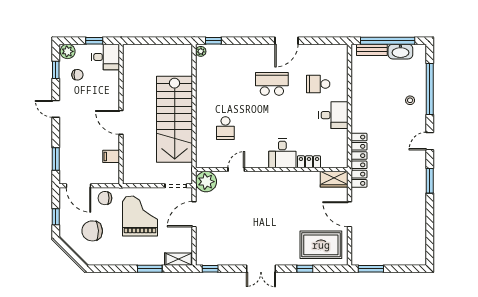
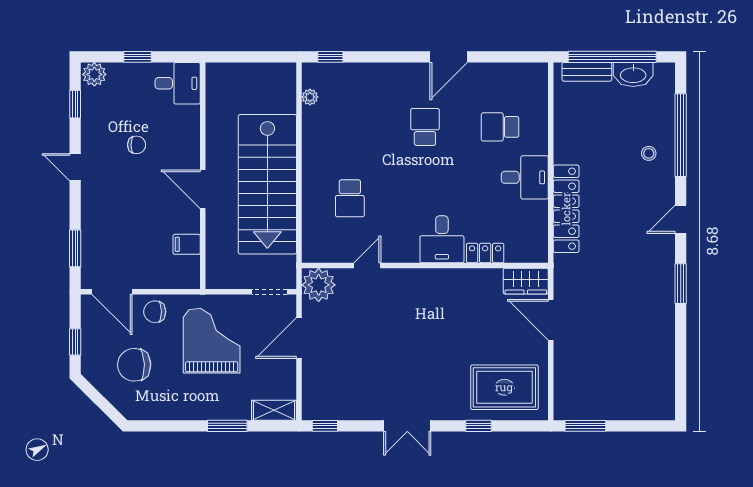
plant: (201, 51) -> (310, 97), moved
desk: (106, 57) -> (178, 83), moved
chair: (77, 75) -> (137, 145), moved
school desk: (272, 84) -> (425, 127), width x0.54
wall: (121, 114) -> (203, 176), moved
door: (121, 122) -> (203, 189), moved
filing cabinet: (111, 156) -> (187, 244), moved
locker: (359, 160) -> (566, 209), moved
door: (350, 214) -> (551, 320), moved

